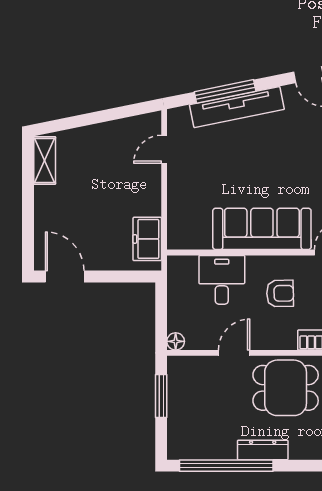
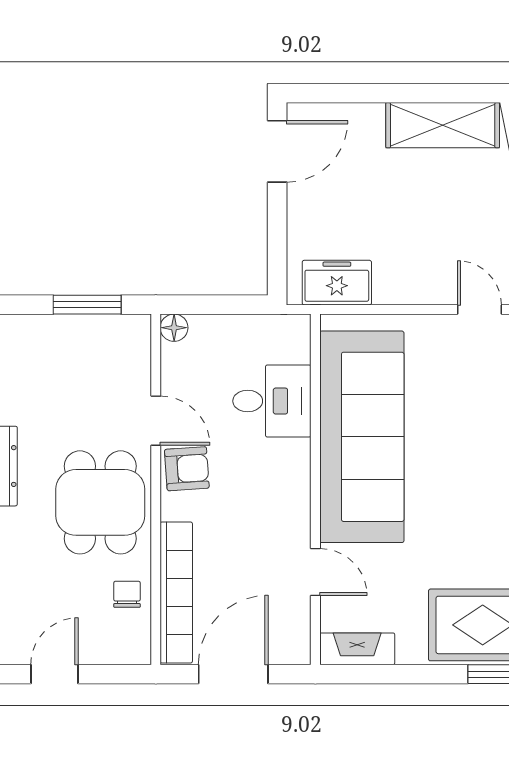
shelving: (45, 160) -> (443, 125), width x1.50, depth x1.33
sofa: (262, 229) -> (362, 437), width x1.36, depth x1.27
armchair: (280, 293) -> (187, 469), moved, turned -93

